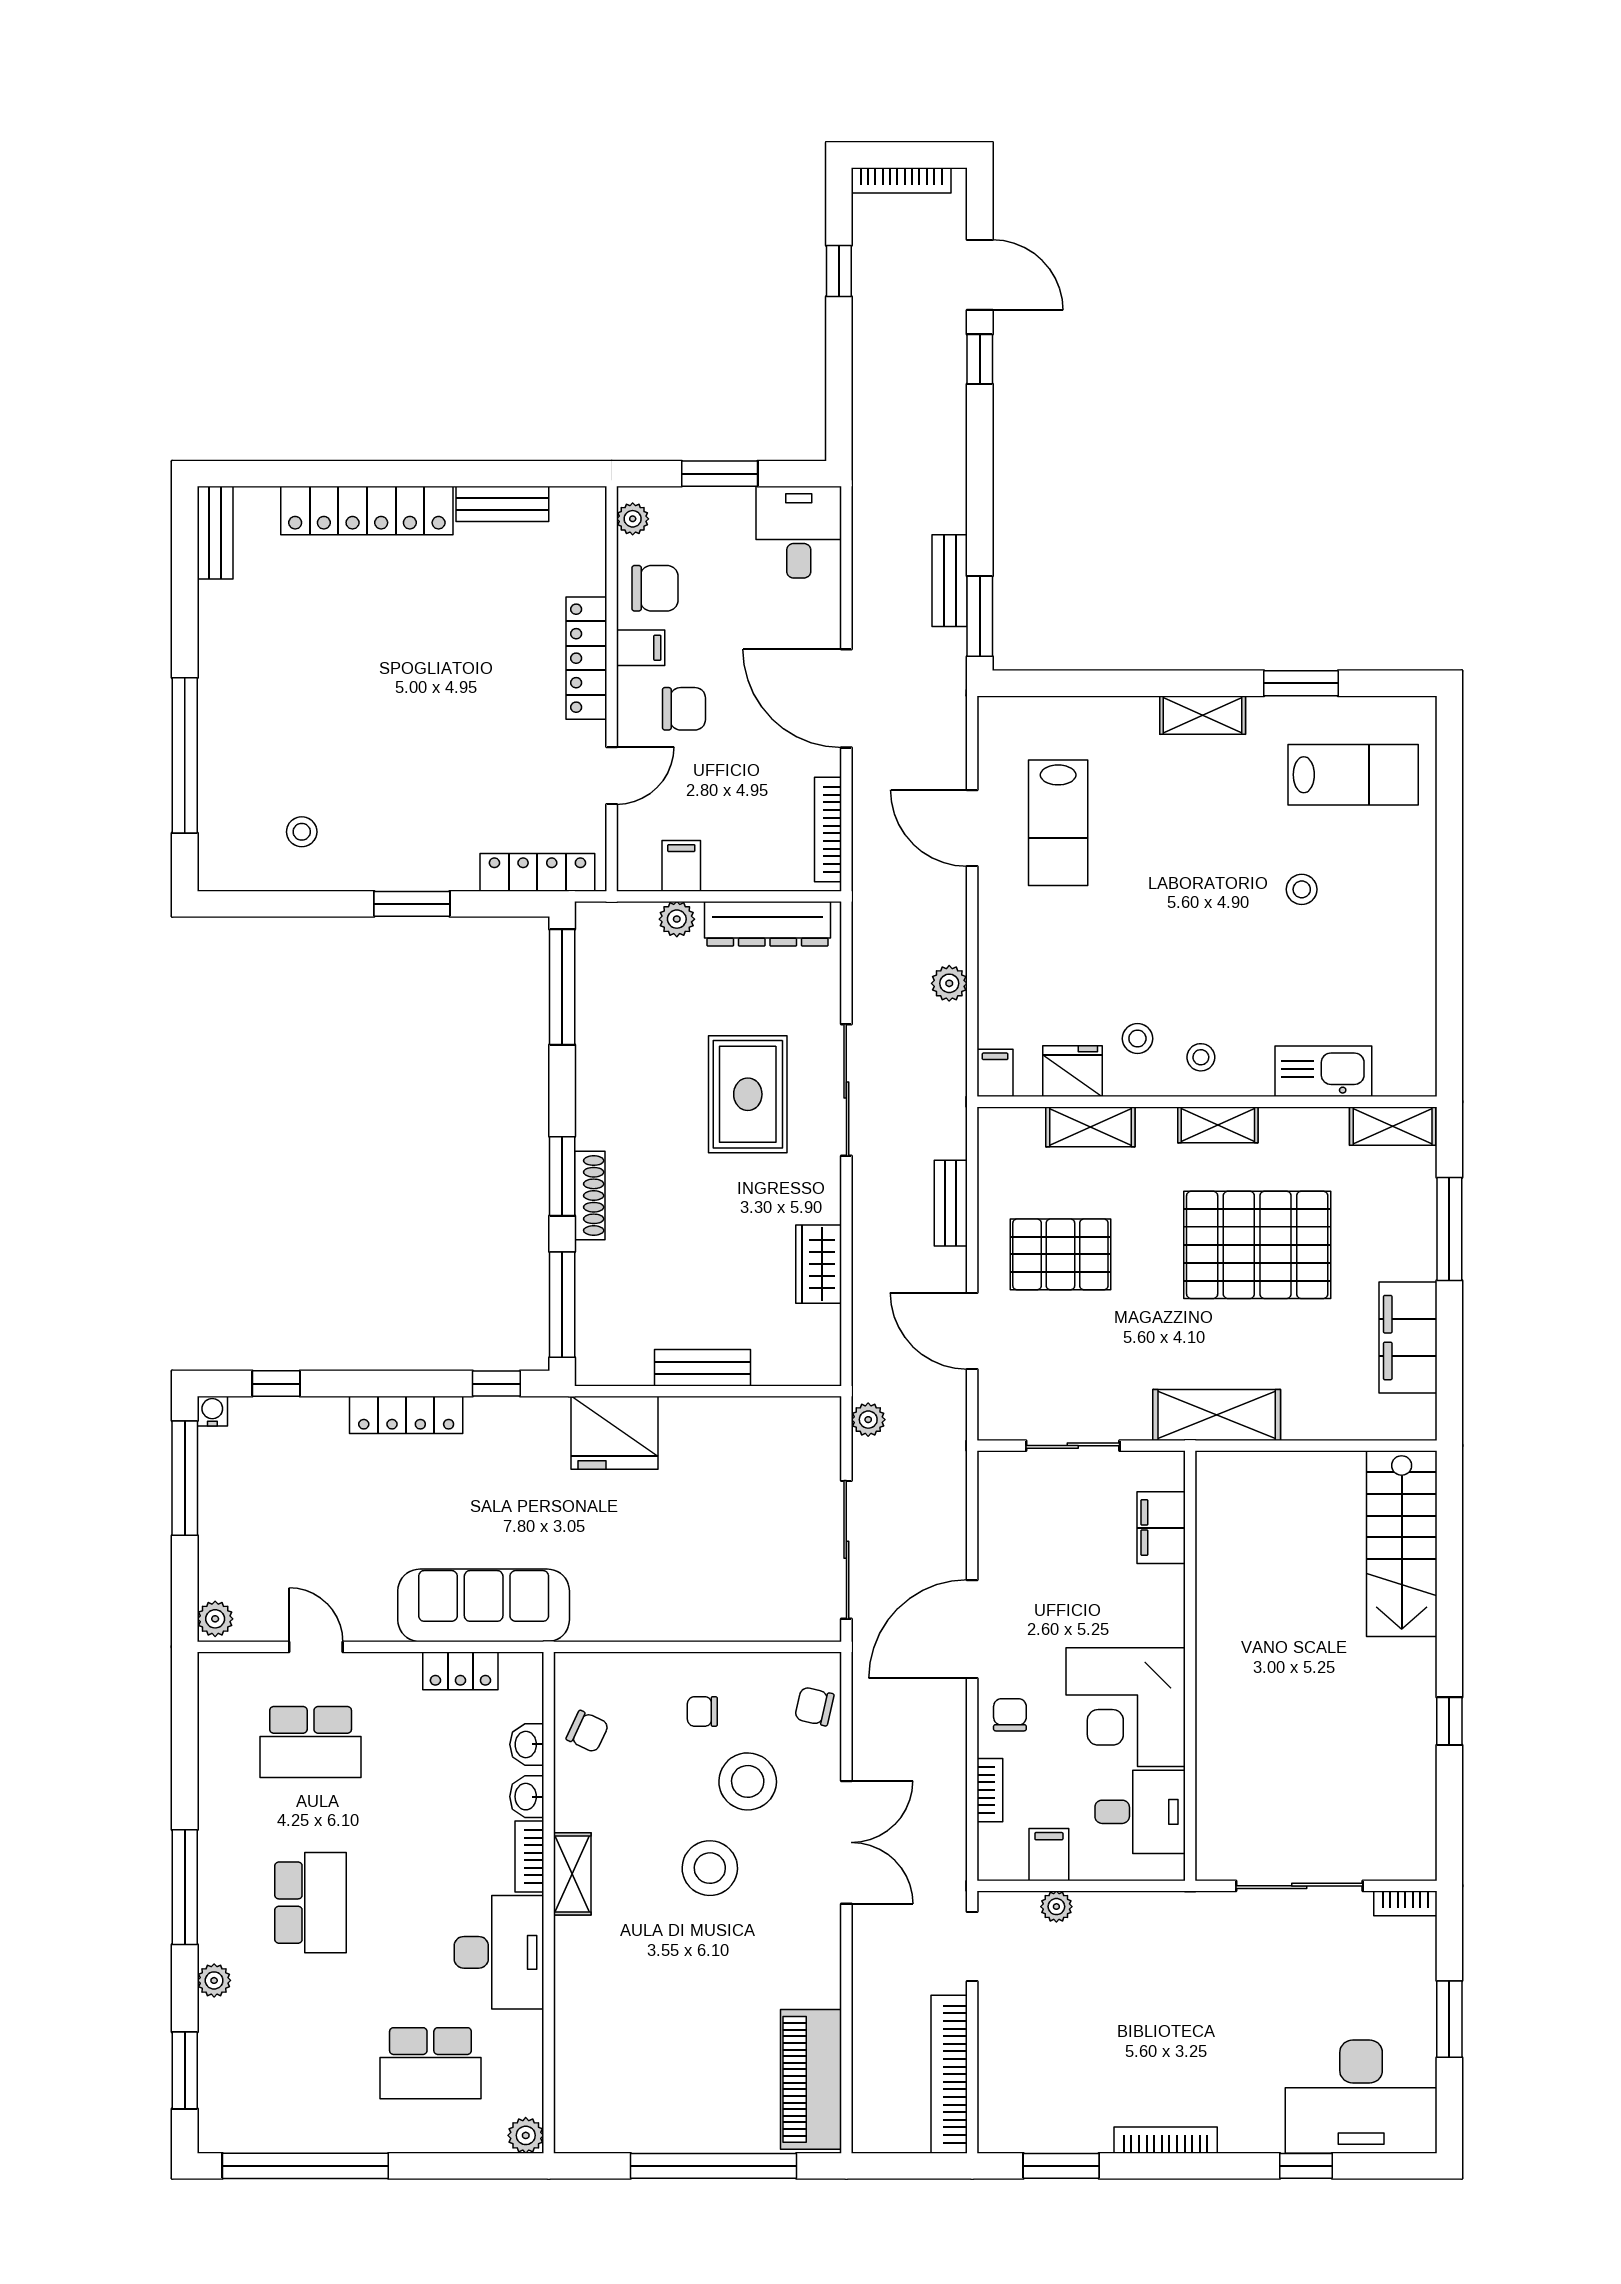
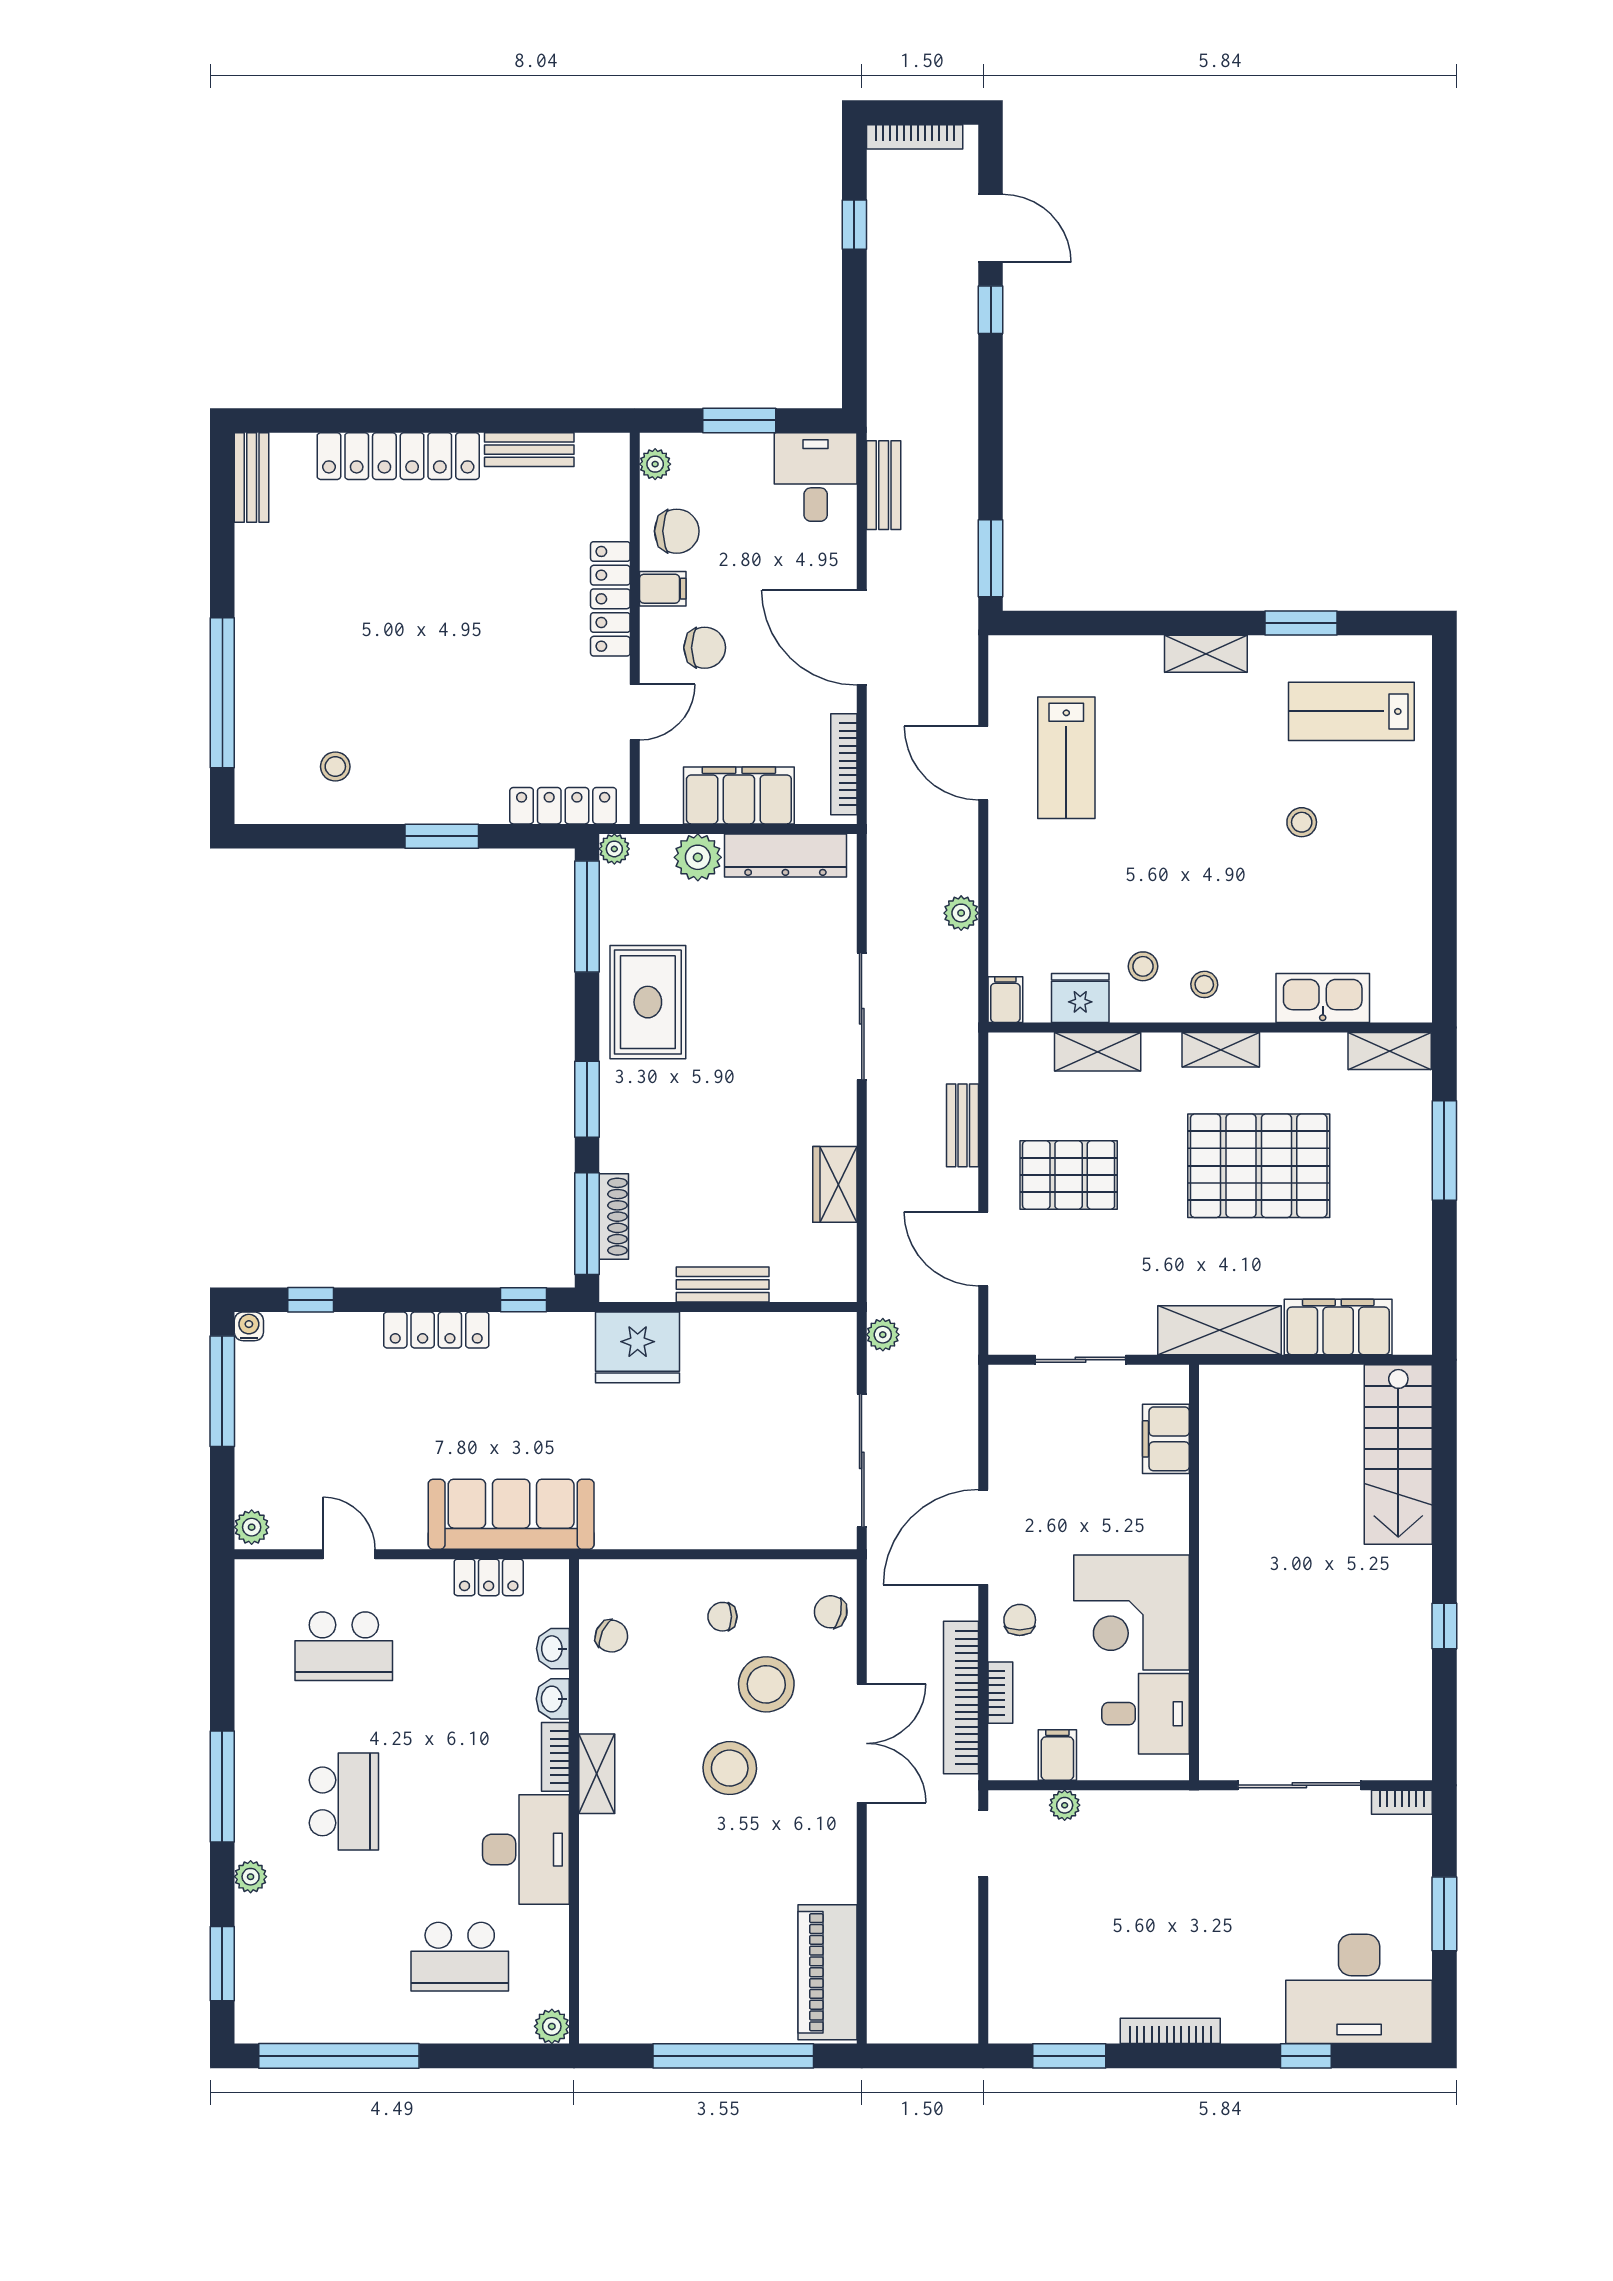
bench: (950, 581) -> (884, 485), moved
lab bench: (1353, 775) -> (1351, 711), turned 180
filing cabinet: (681, 866) -> (739, 795), width x3.00, depth x1.17
plant: (590, 917) -> (614, 849), added
plant: (677, 919) -> (698, 857), width x1.38, depth x1.38
rug: (748, 1094) -> (648, 1002), moved
shoe rack: (590, 1196) -> (614, 1217), moved
filing cabinet: (1408, 1338) -> (1338, 1327), moved, turned 90
bookcase: (949, 2074) -> (961, 1697), moved

